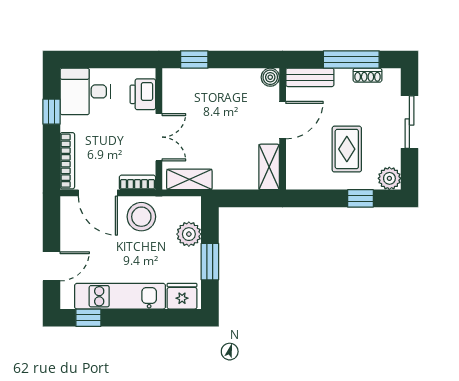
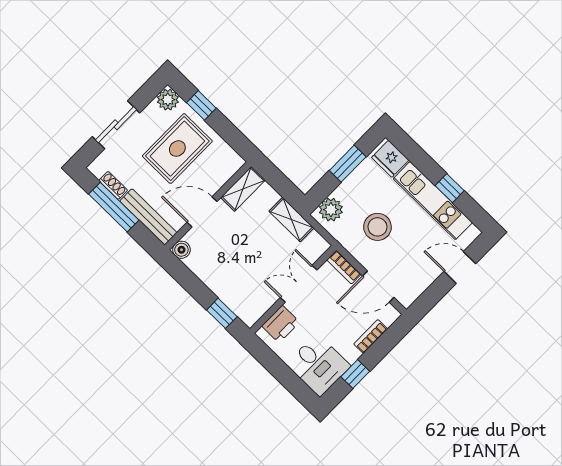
bench: (310, 77) -> (148, 217), width x1.36
rug: (347, 149) -> (177, 149), width x1.36, depth x1.43
bookcase: (67, 161) -> (371, 336), width x0.64
shelving: (189, 179) -> (291, 220), moved
door: (98, 193) -> (378, 287), swing flipped
stool: (141, 217) -> (377, 227), moved
plant: (189, 234) -> (331, 210), moved
window: (88, 318) -> (450, 188), moved

